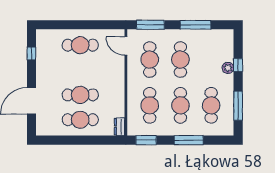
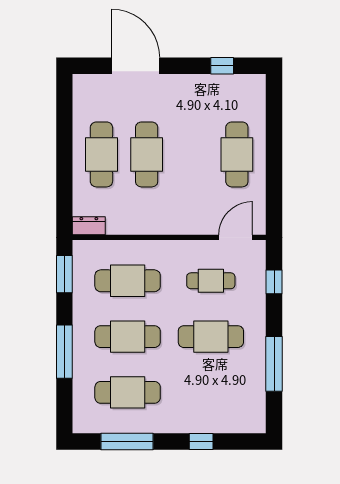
window: (150, 25) -> (274, 282), width x0.46
cafe table: (150, 60) -> (211, 281), width x0.73, depth x0.74
plant: (228, 68) -> (196, 423), removed

